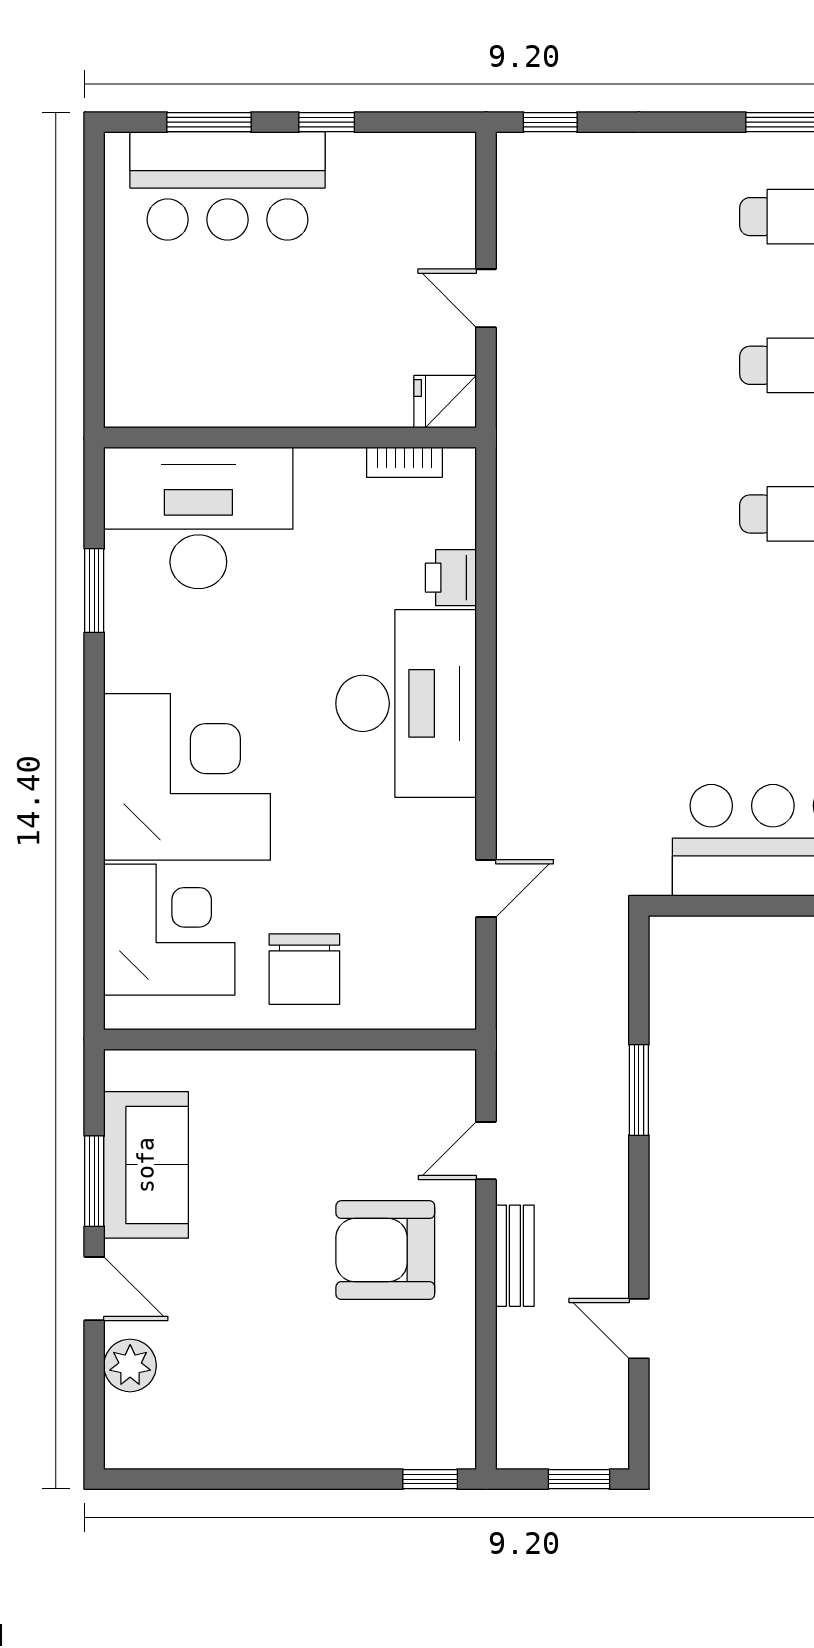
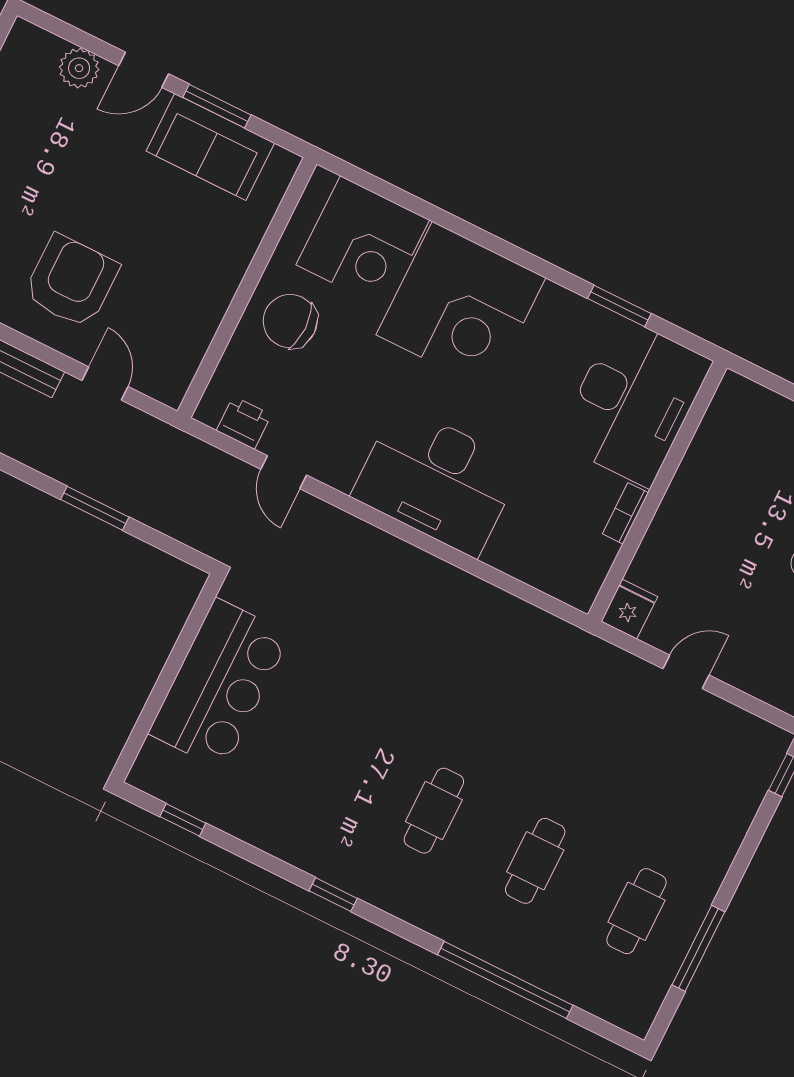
bookcase: (404, 462) -> (625, 513), moved
printer: (451, 578) -> (244, 423), moved

